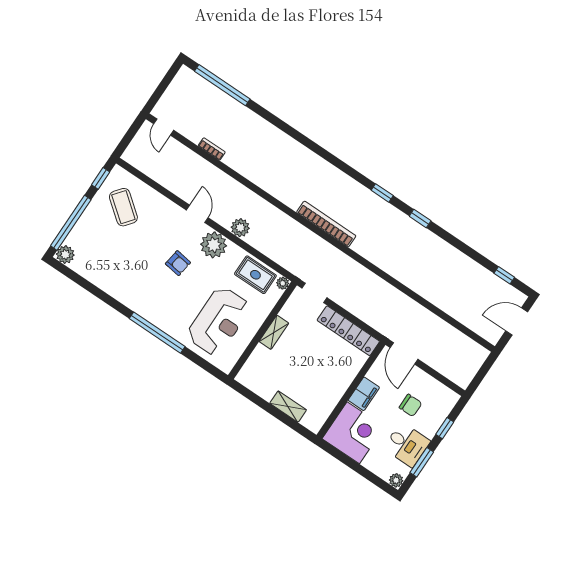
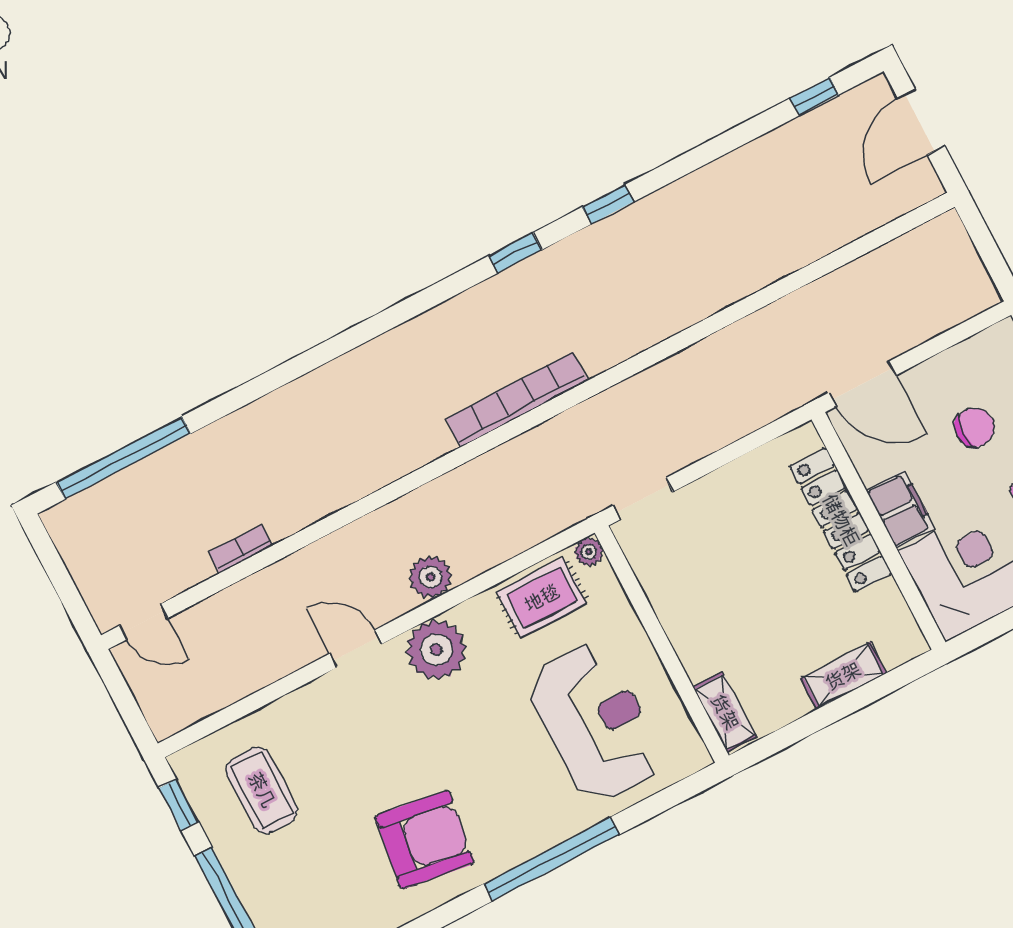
coffee table: (123, 207) -> (262, 790), turned 52
armchair: (178, 263) -> (425, 840), moved, width x1.88, depth x1.88
locker: (348, 331) -> (841, 520), moved, turned 90
shelving: (274, 332) -> (725, 712), moved

